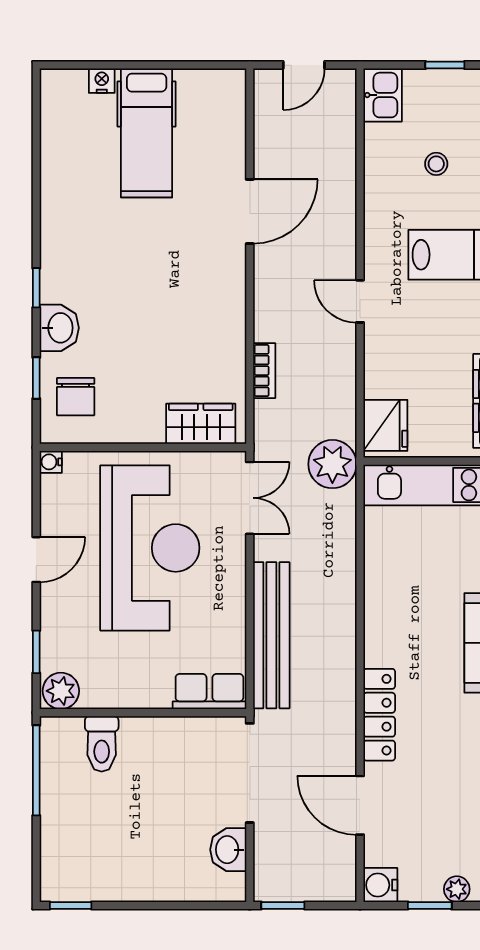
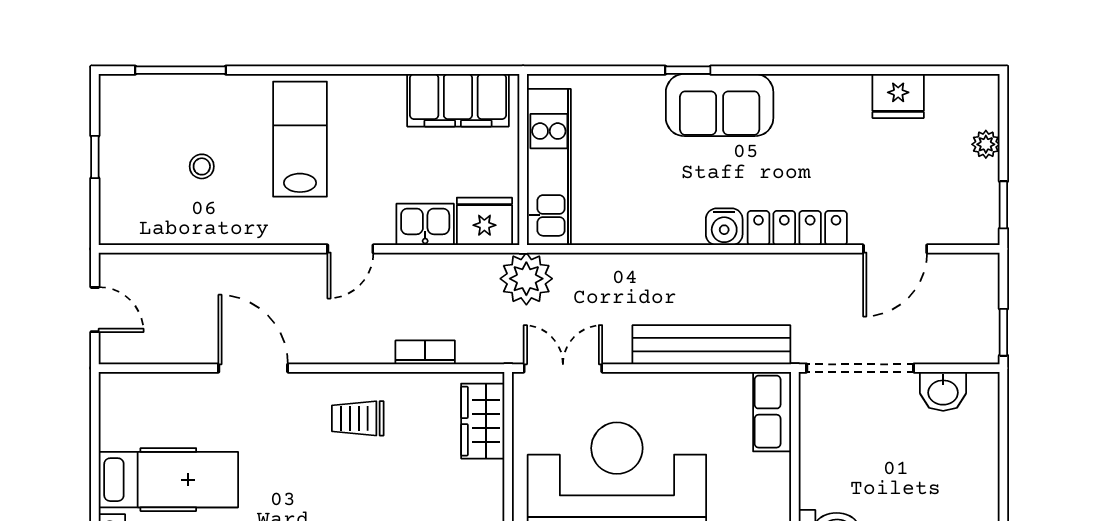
kitchen sink: (383, 95) -> (425, 224), moved
trolley: (203, 308) -> (358, 418), added
water cooler: (380, 885) -> (724, 227), moved
window: (430, 905) -> (1003, 205), moved

